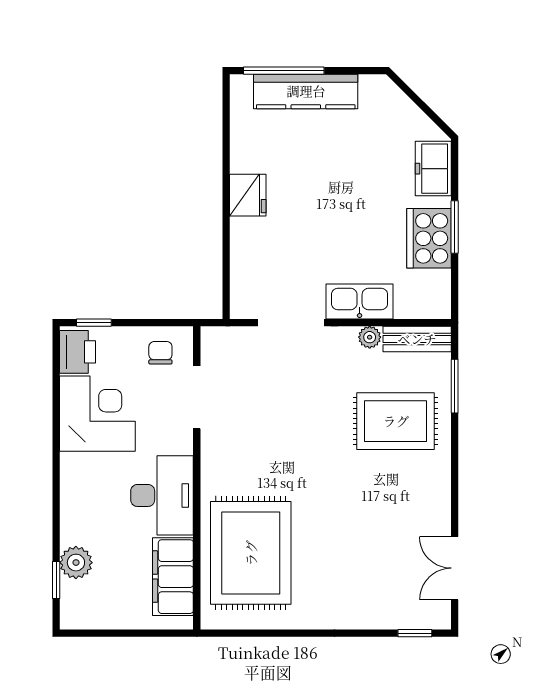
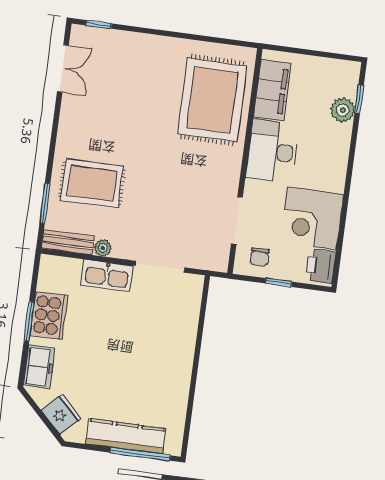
fridge: (248, 195) -> (61, 414), moved, turned 135
window: (94, 323) -> (279, 283), moved

